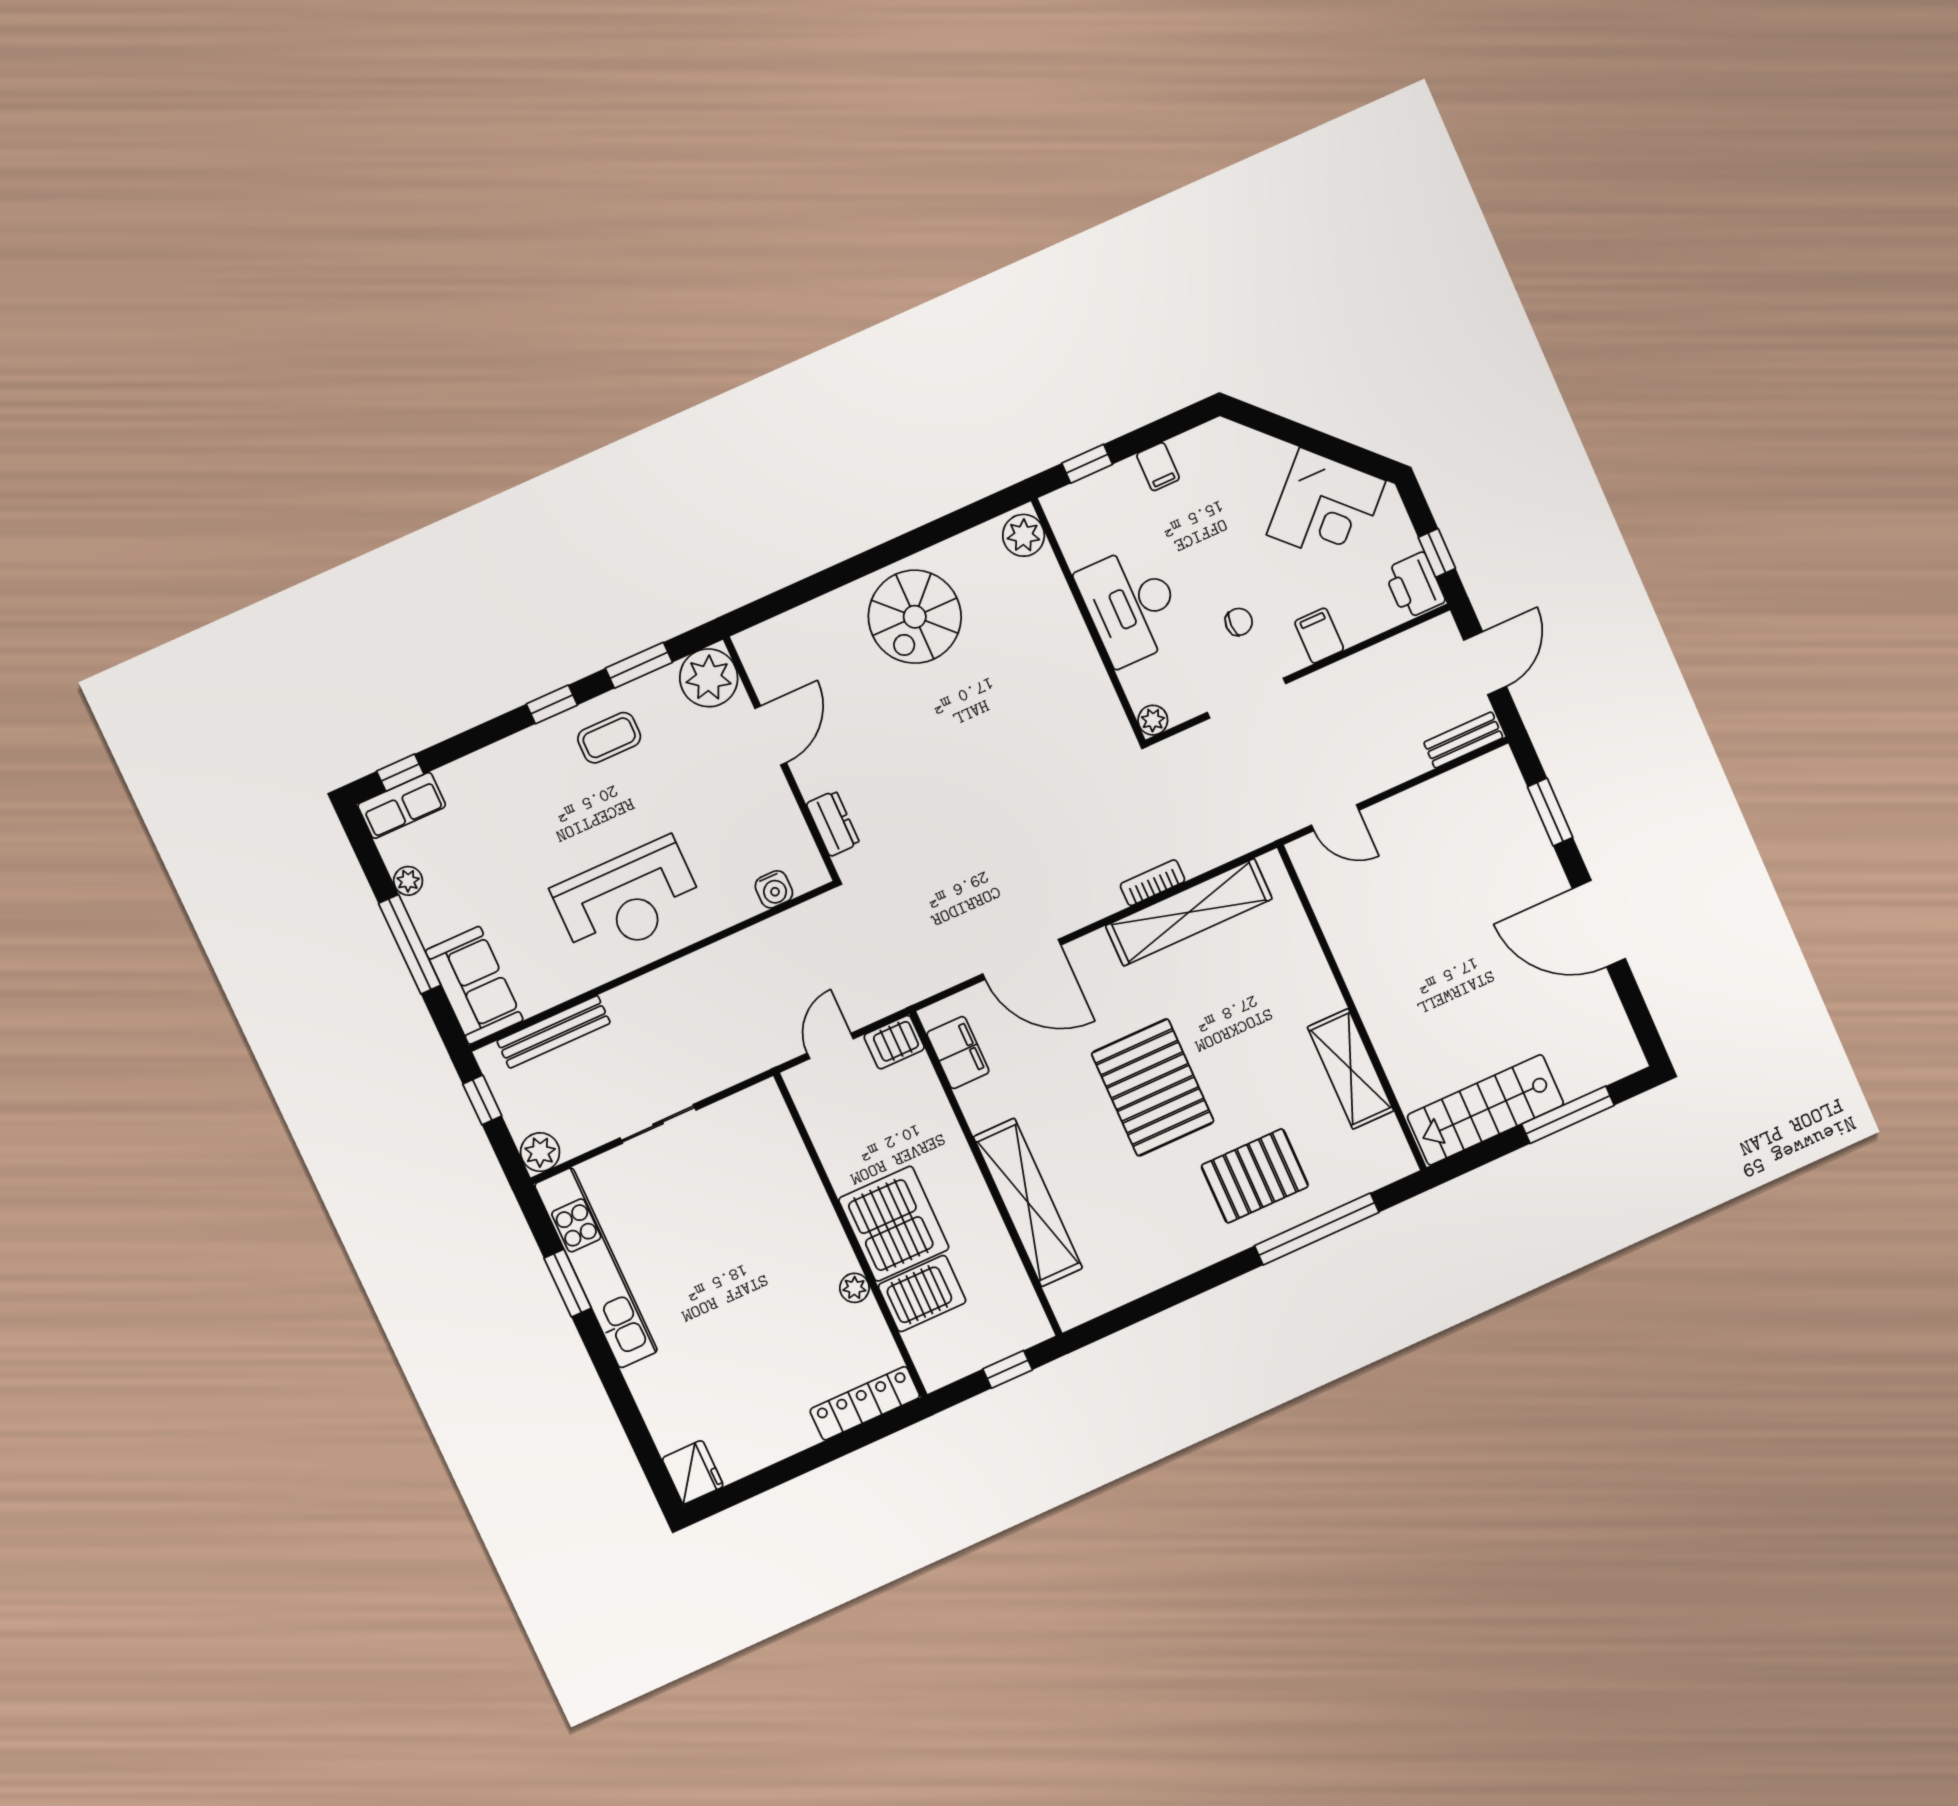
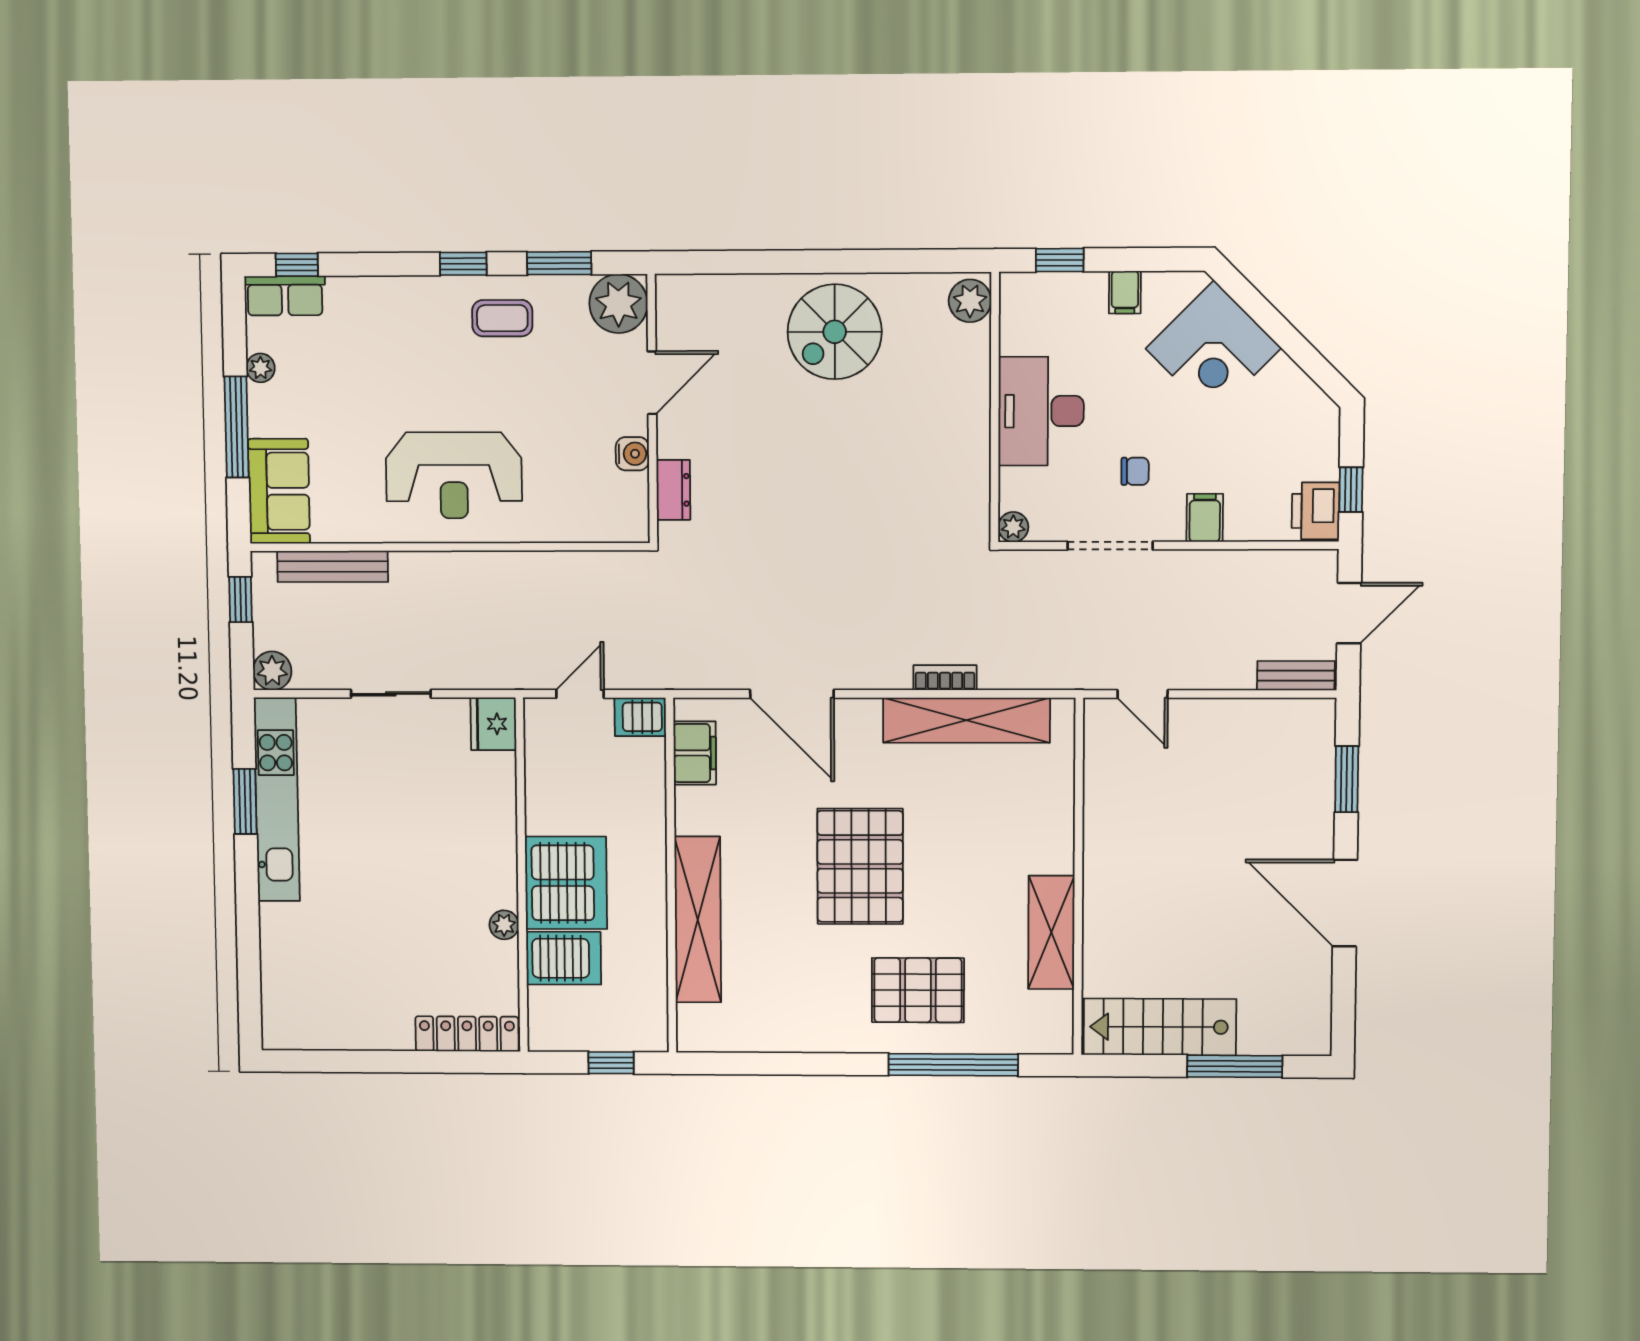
corner desk: (1326, 508) -> (1213, 348), moved
water cooler: (774, 889) -> (632, 454), moved, turned -90
fridge: (693, 1472) -> (493, 724), moved, turned 180

